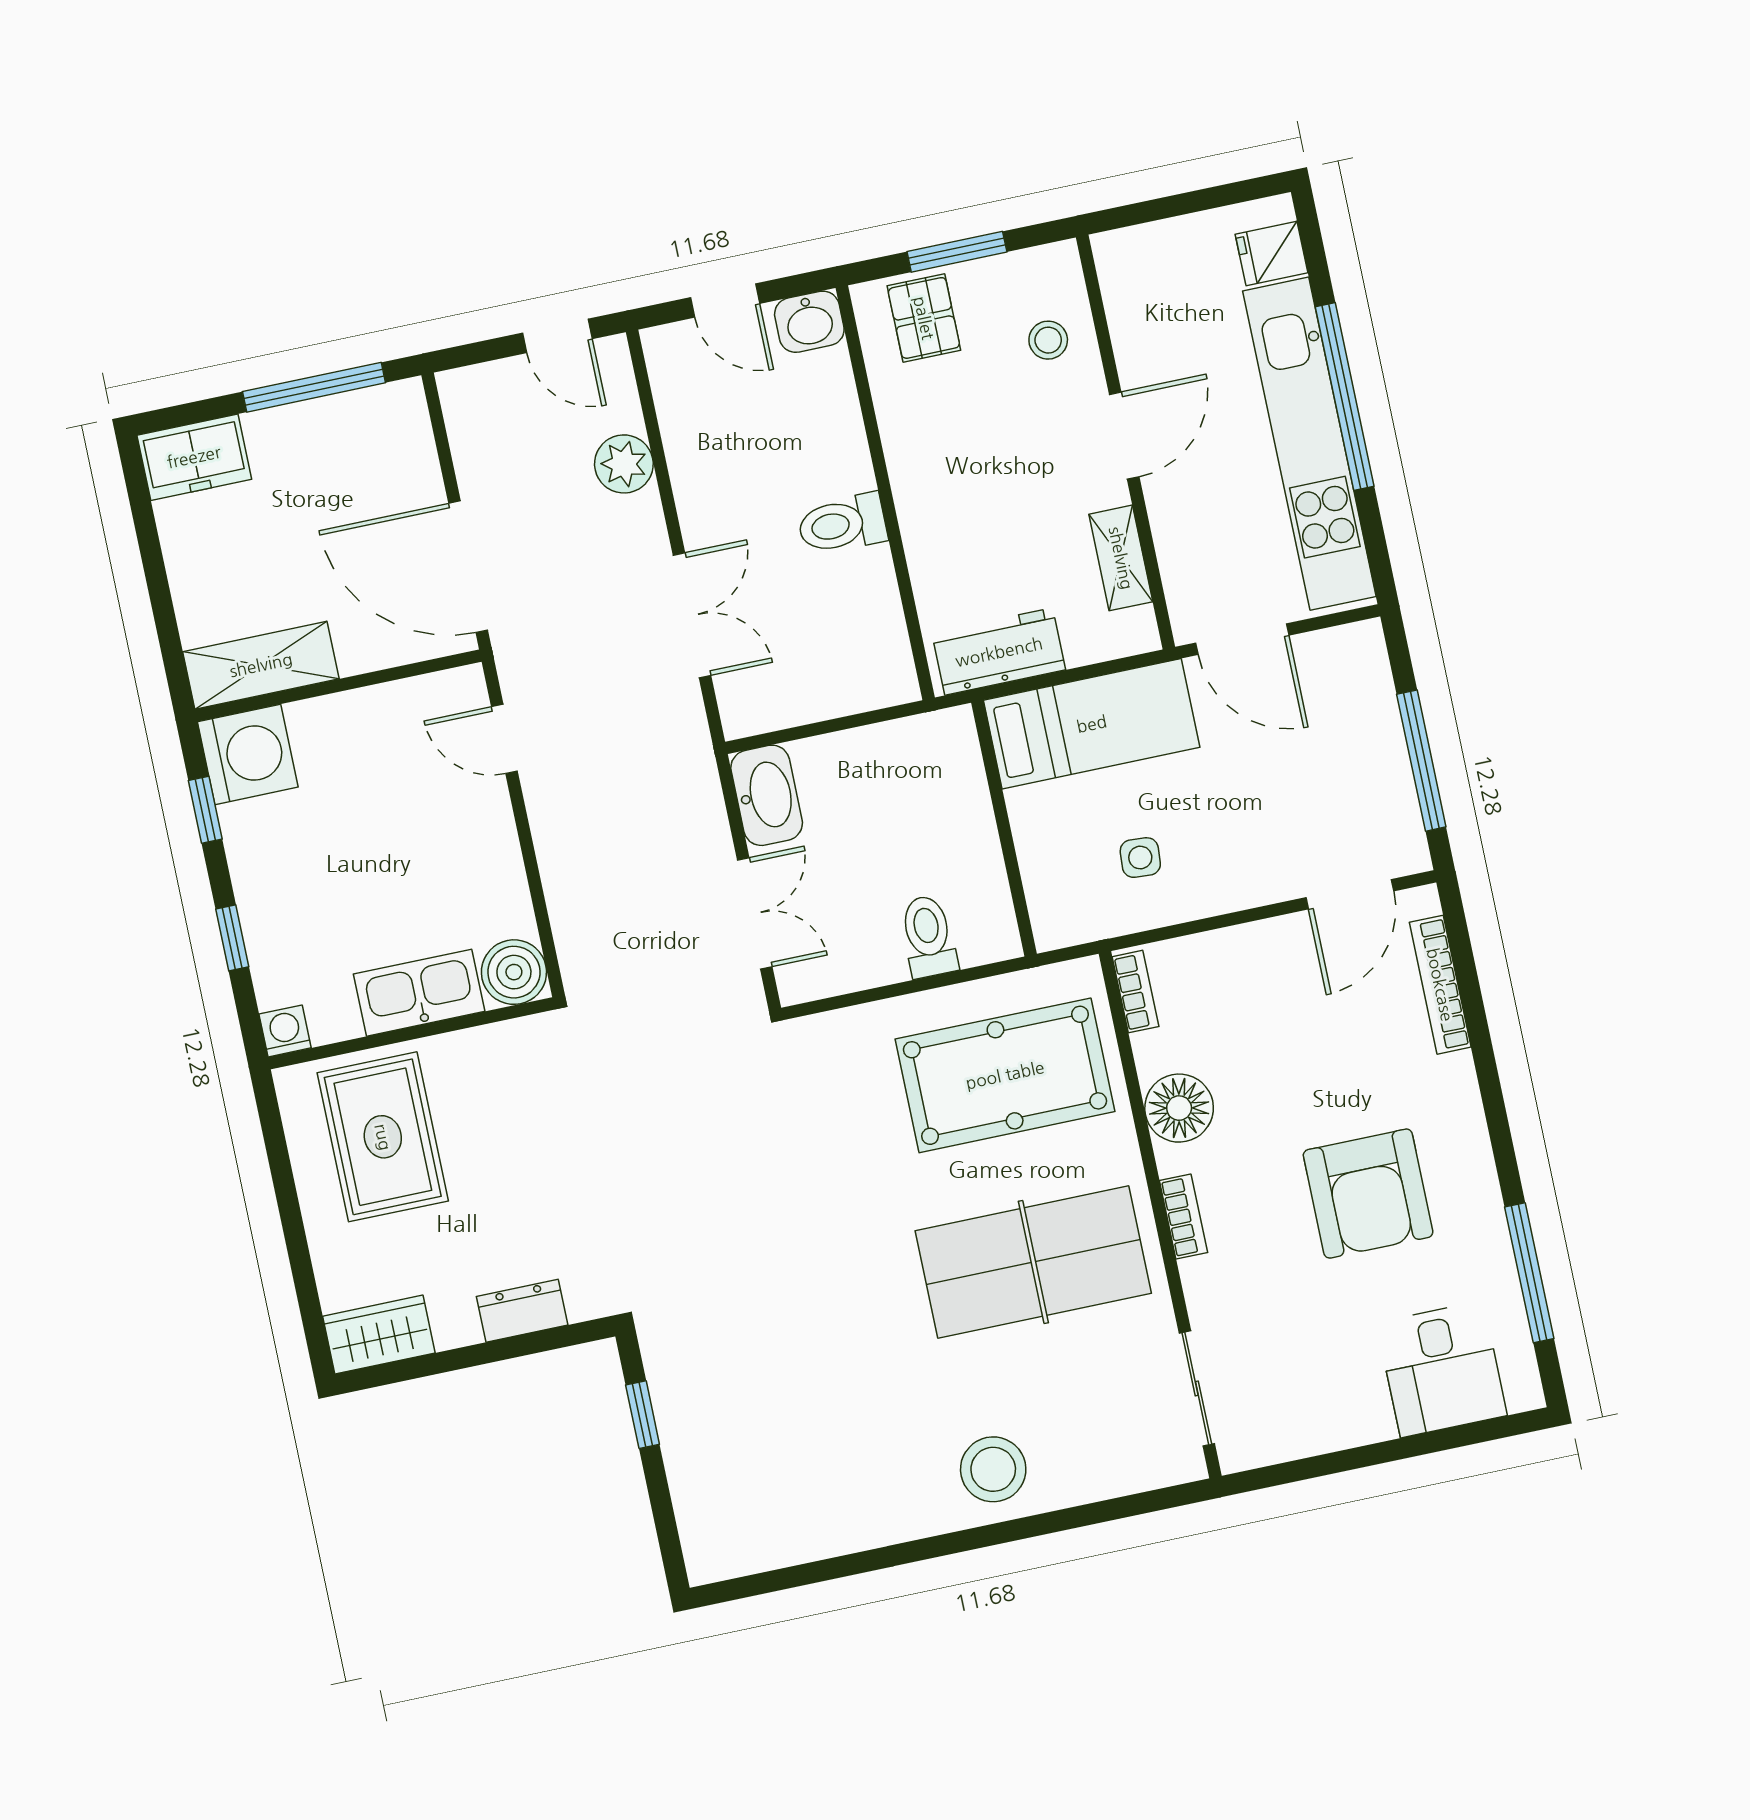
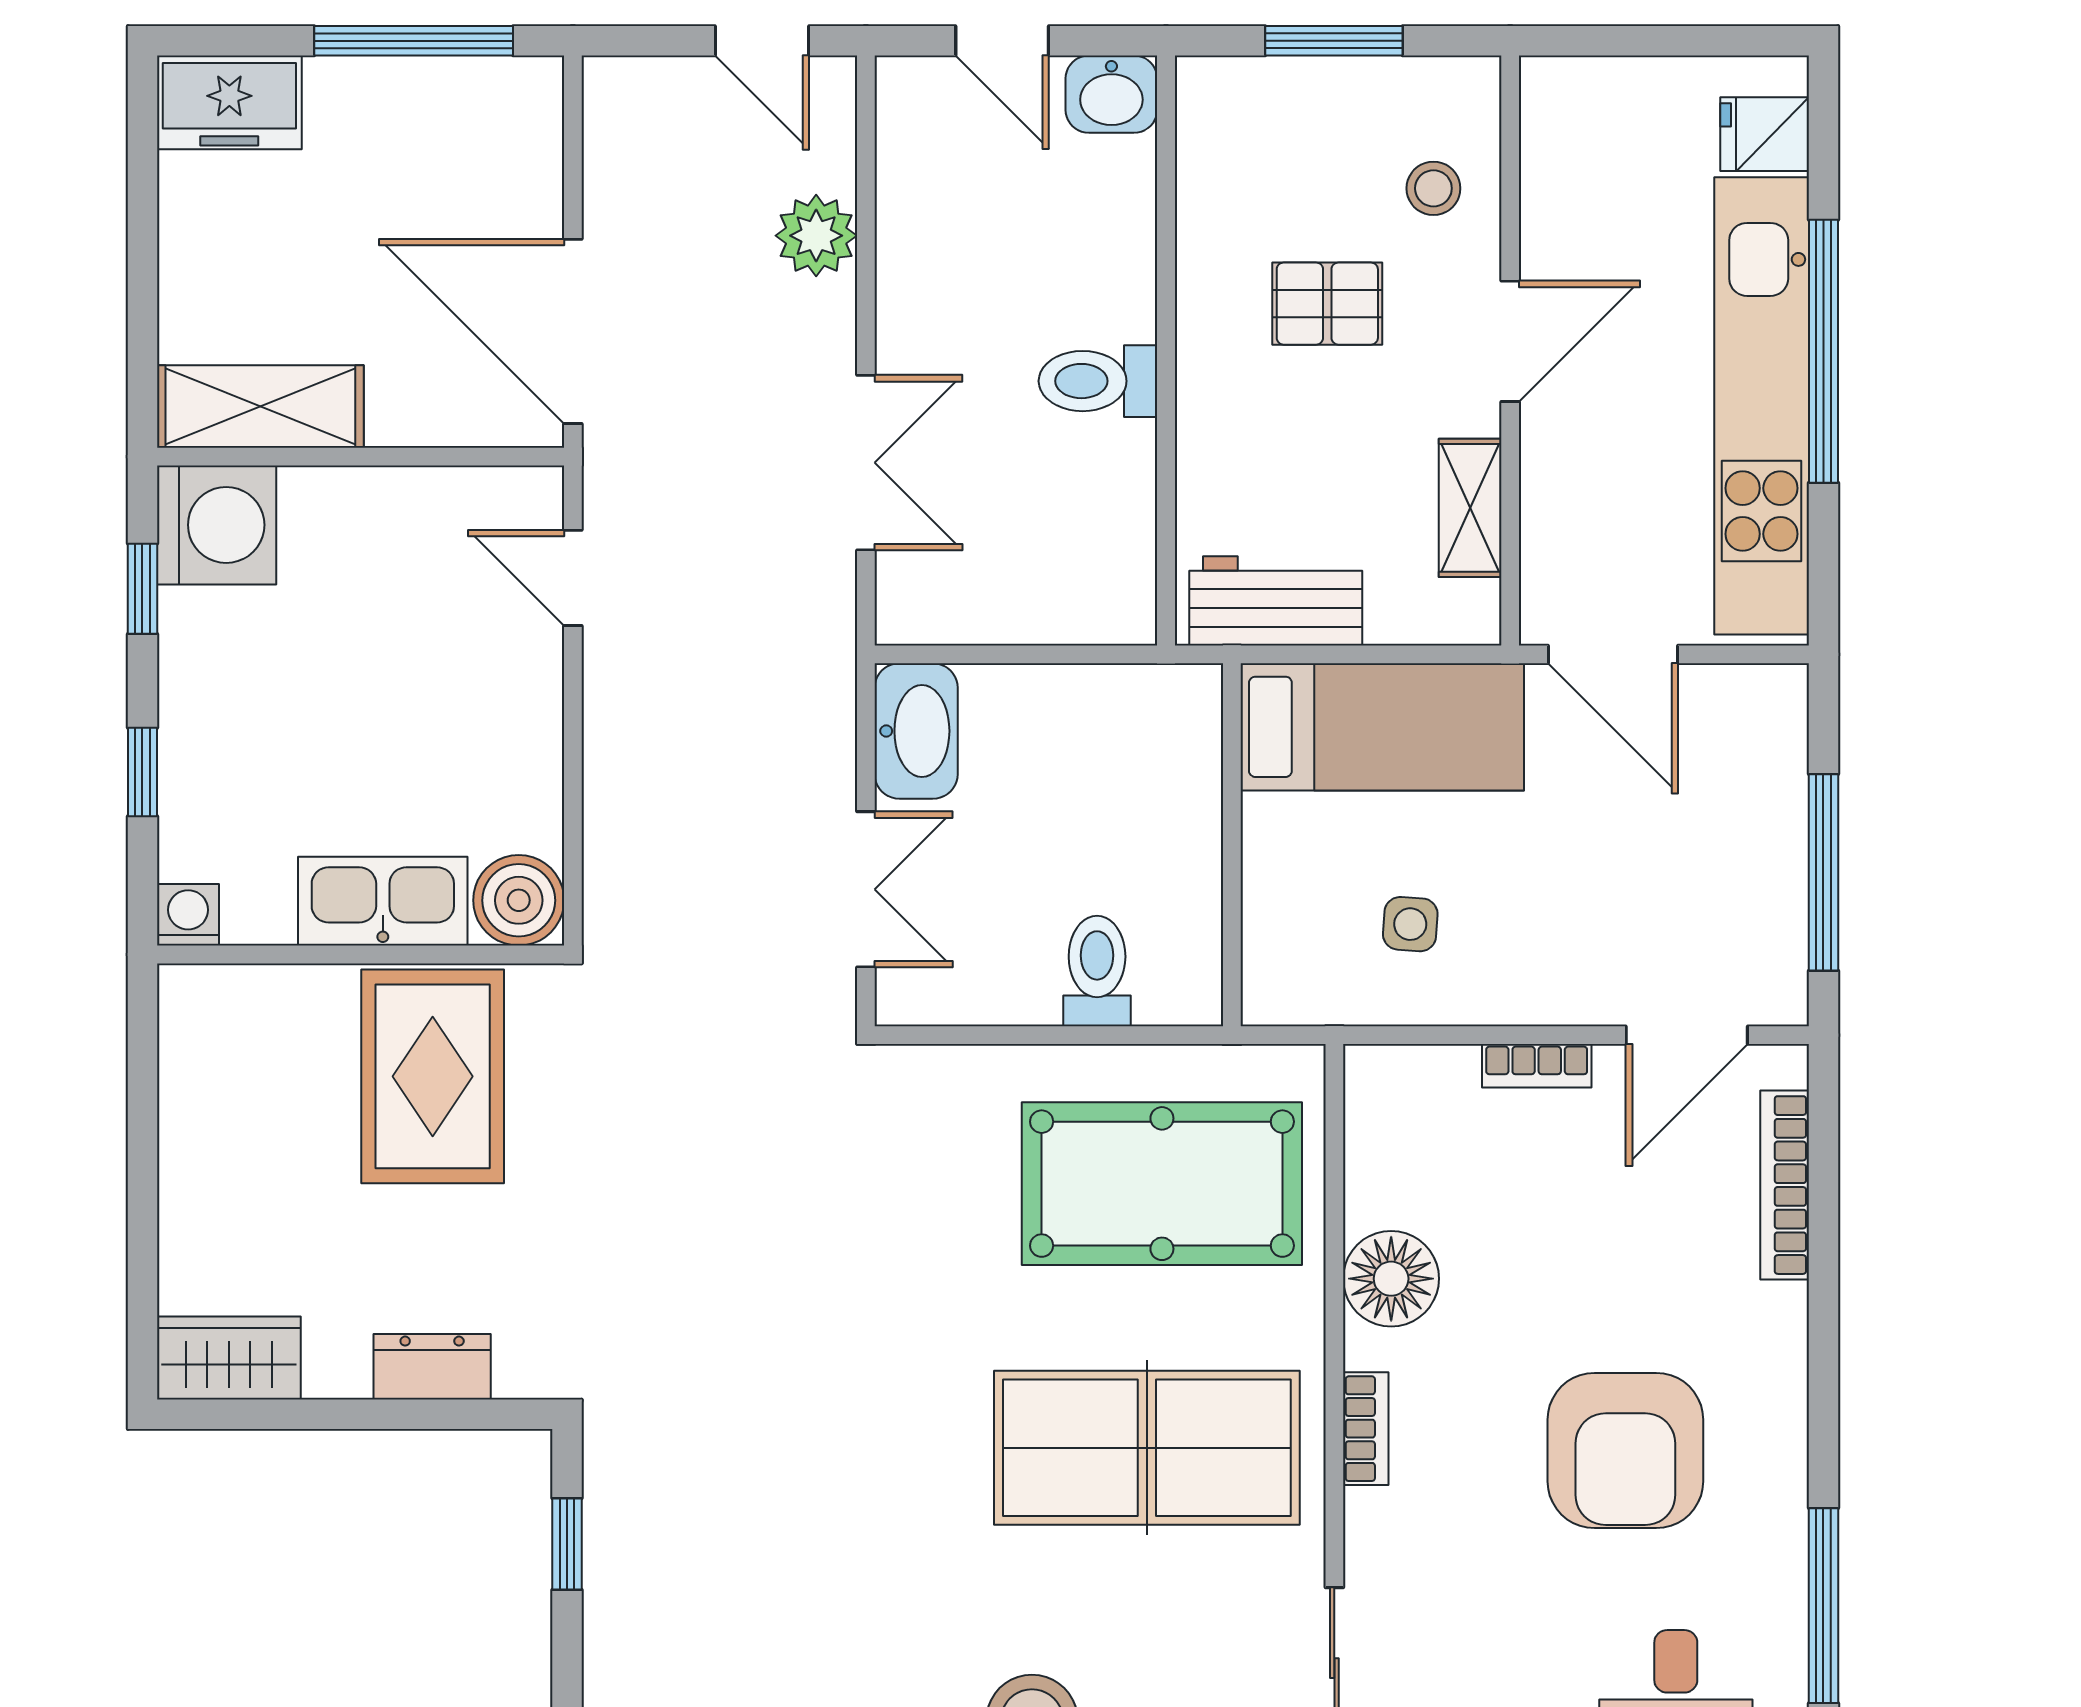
pallet: (924, 318) -> (1327, 304), moved, turned 90
bookcase: (1136, 992) -> (1537, 1066), moved, turned 90
rug: (383, 1137) -> (433, 1076), moved

